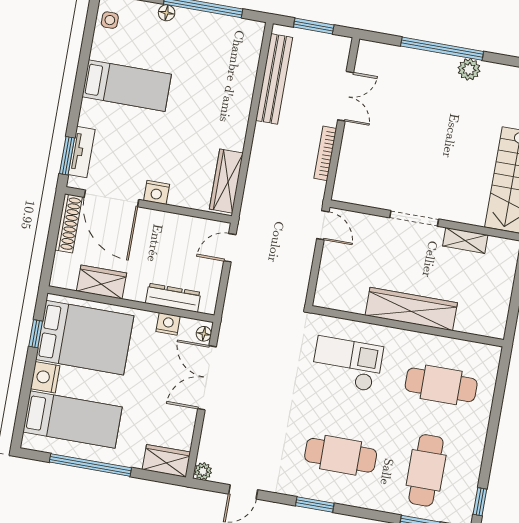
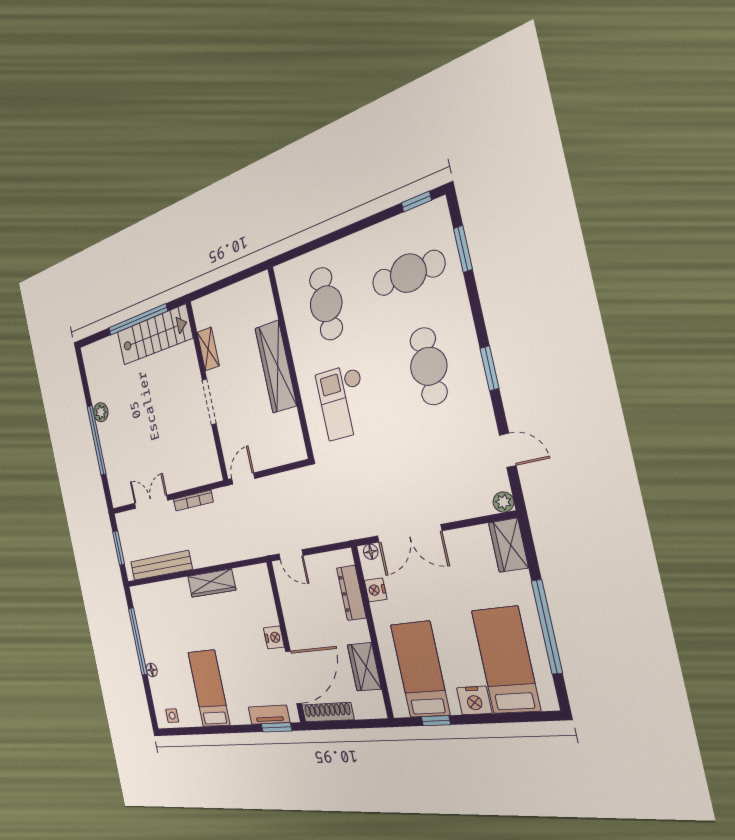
wardrobe: (226, 181) -> (211, 583), moved
bed: (85, 338) -> (420, 669), width x0.67

